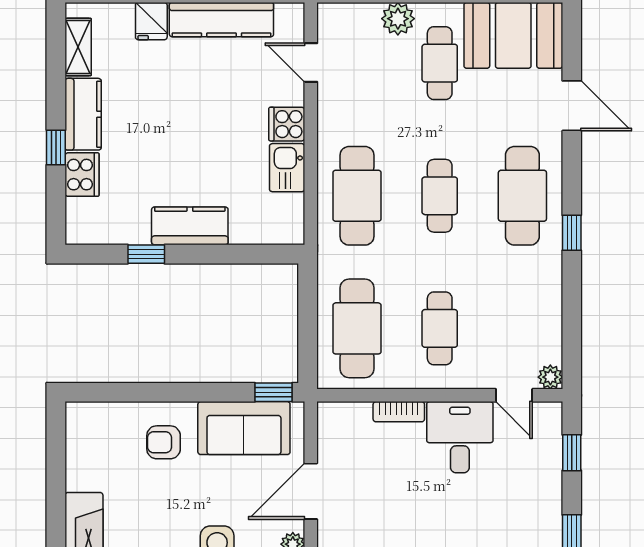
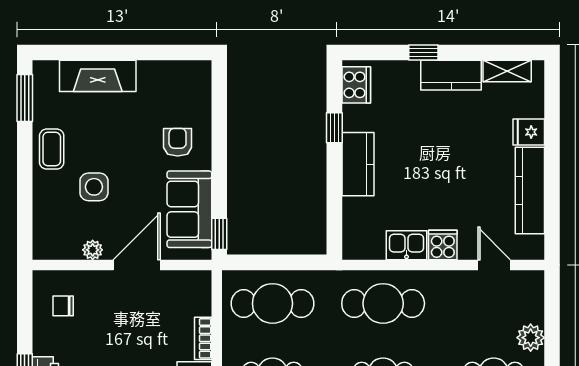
door: (311, 63) -> (494, 265), hinge flipped
cooker: (82, 175) -> (356, 85), moved, turned -90
door: (311, 491) -> (137, 265), hinge flipped

